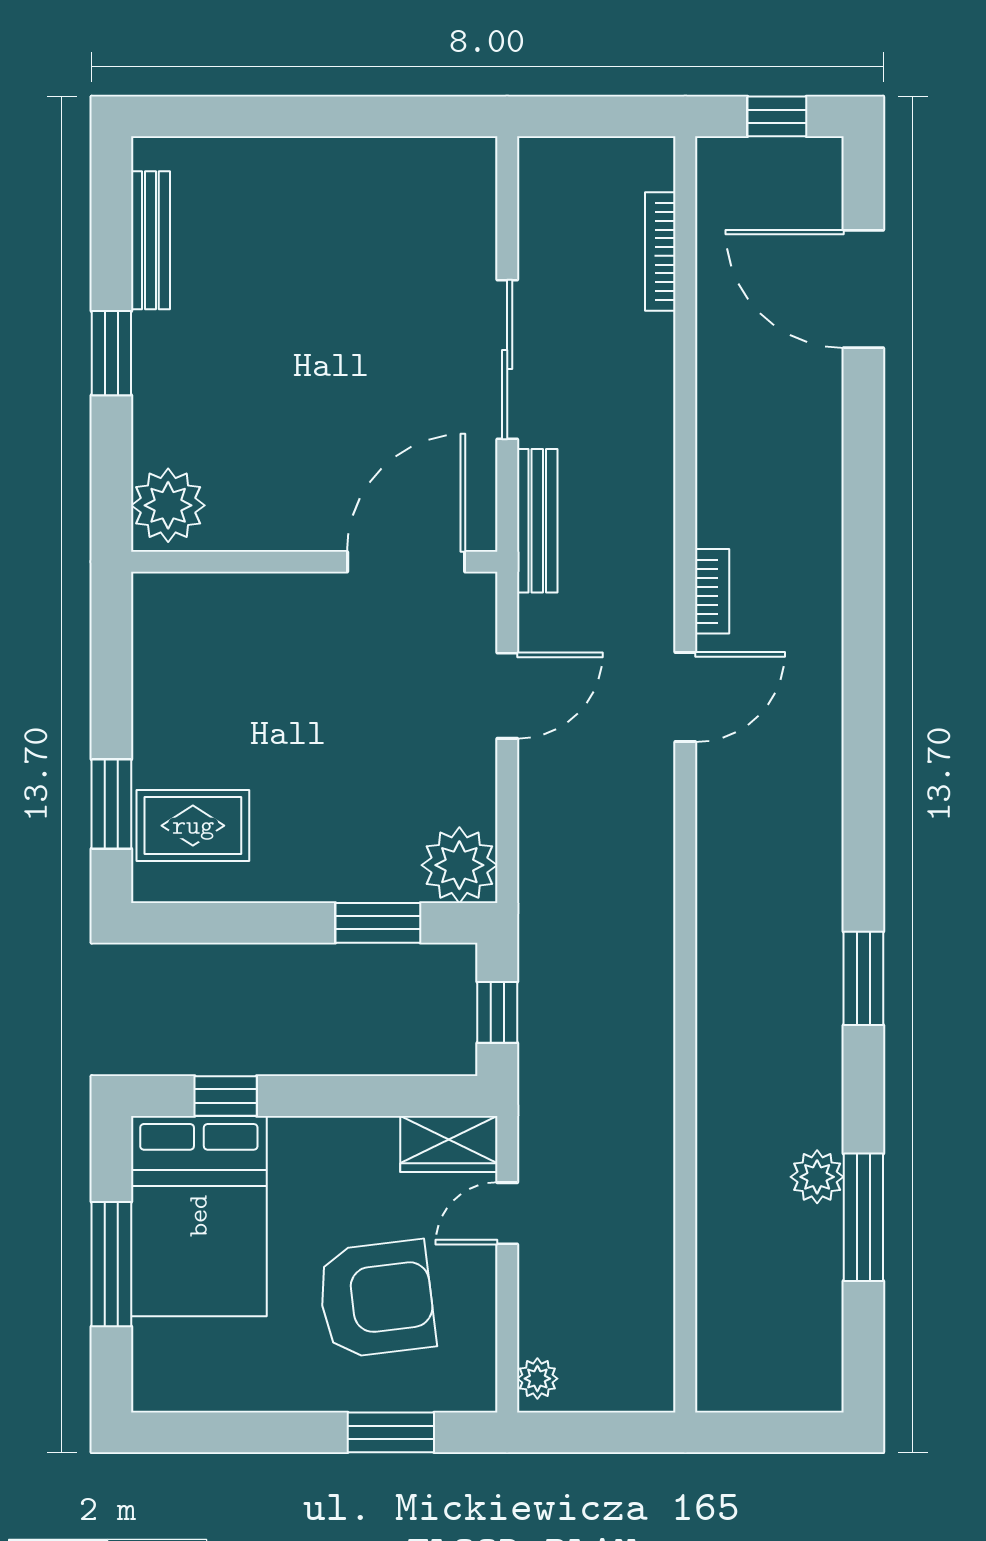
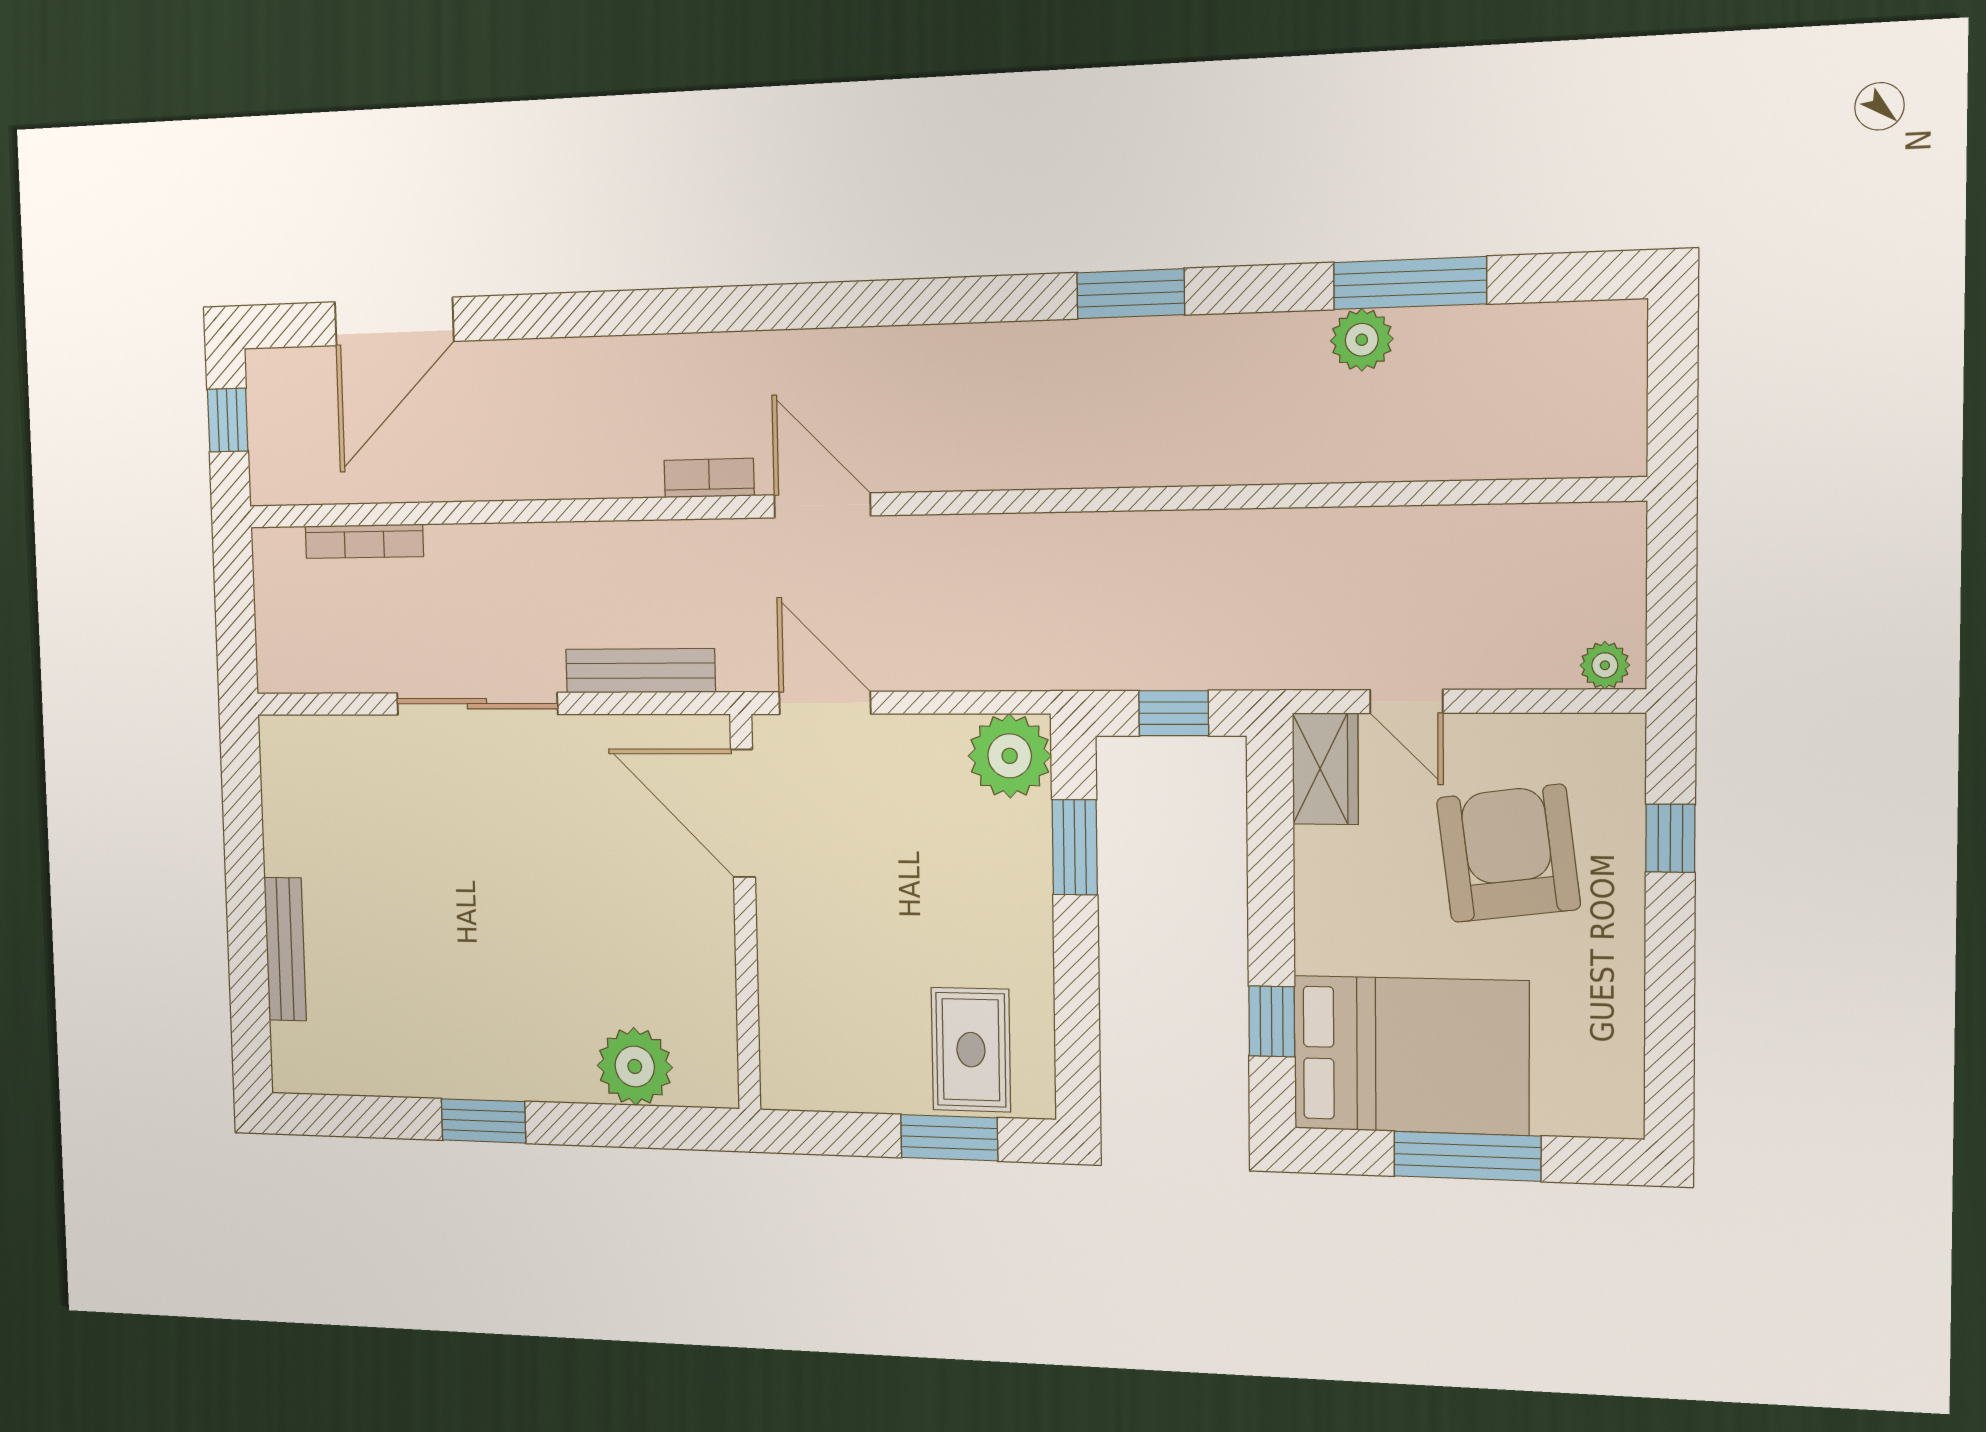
bench: (150, 240) -> (285, 949), moved, turned 90
wall: (314, 562) -> (745, 913), moved
door: (406, 562) -> (743, 813), moved
window: (391, 1432) -> (1670, 838), width x0.67

